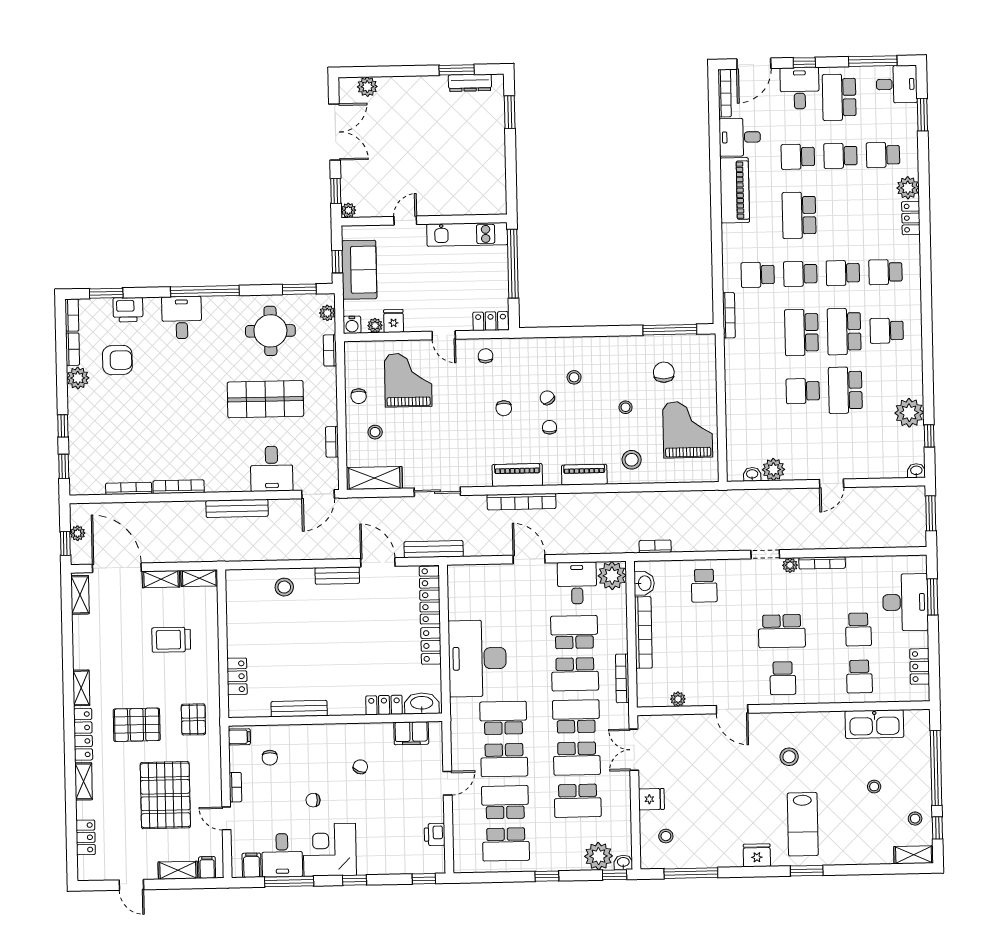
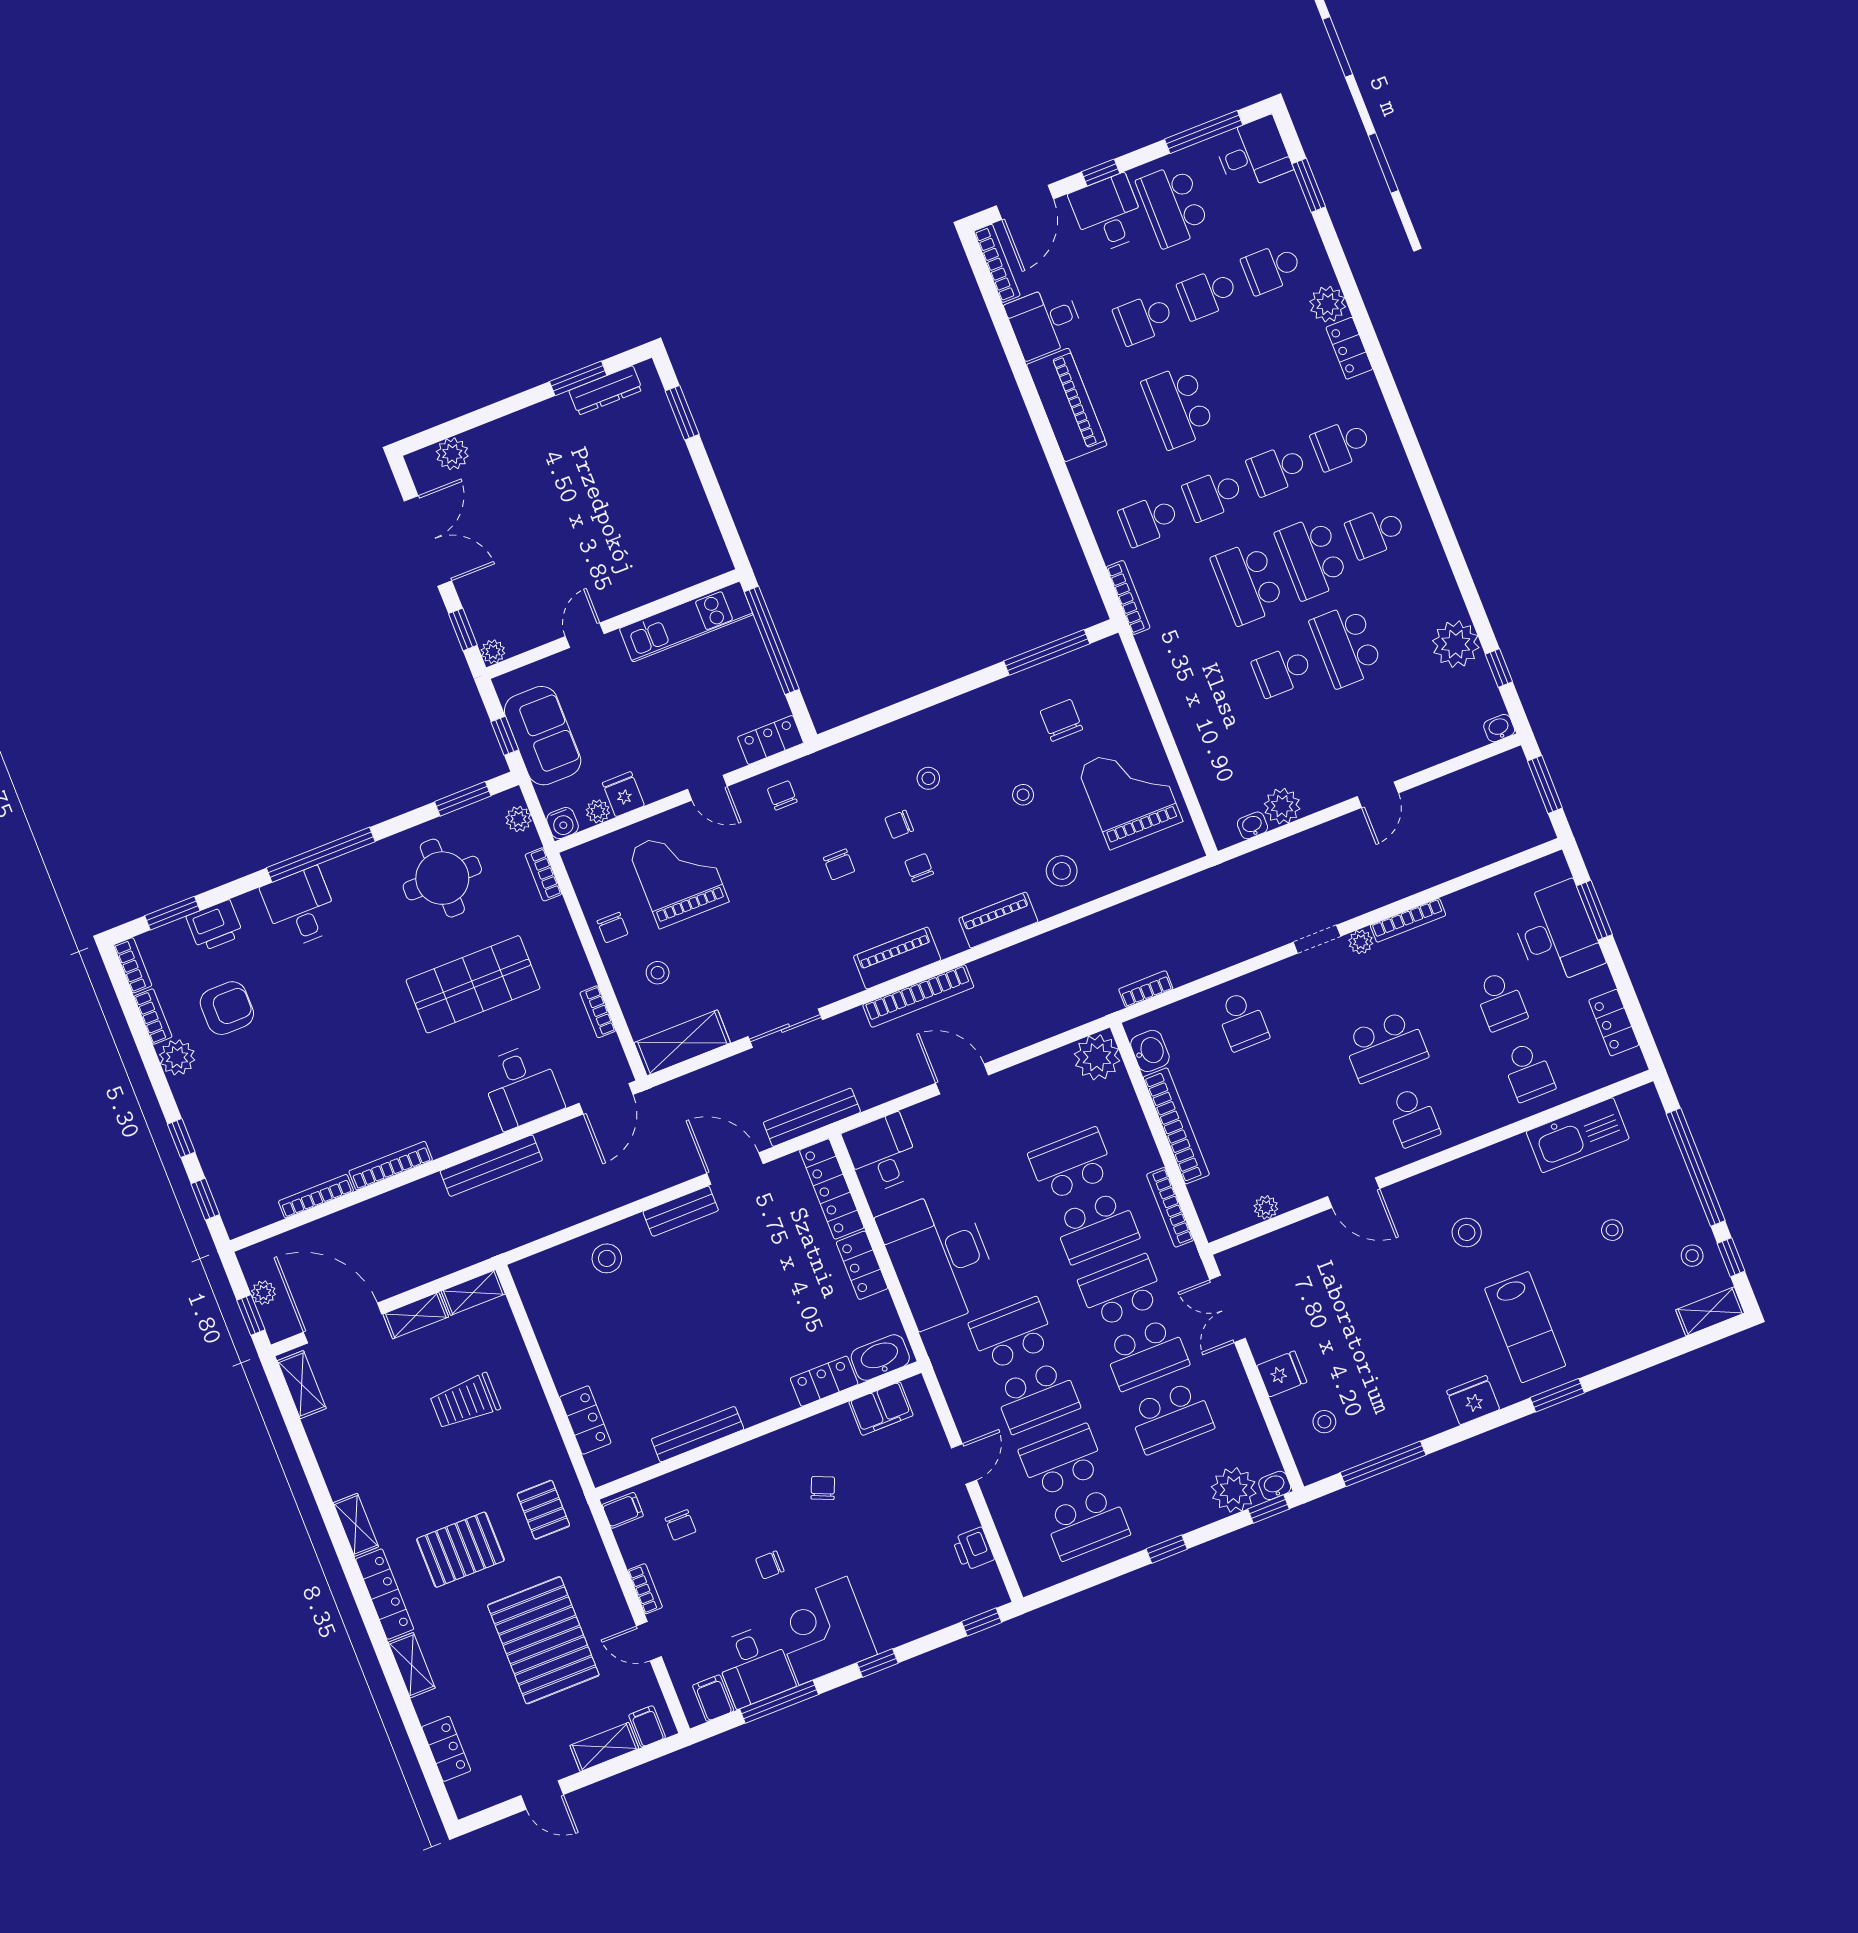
chair: (547, 398) -> (899, 824), turned -55
desk: (577, 583) -> (882, 1154), moved

